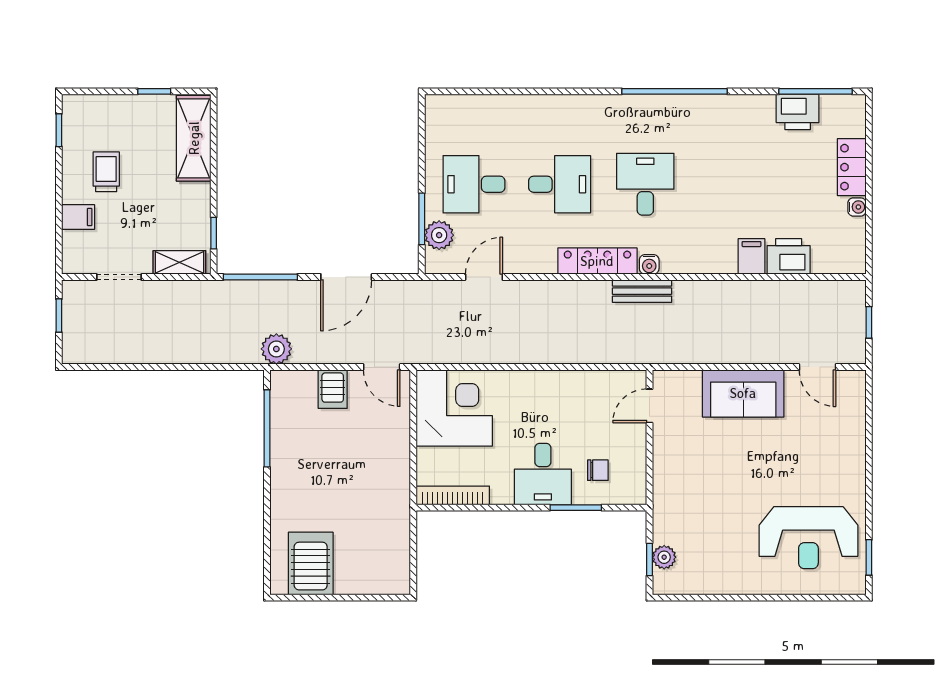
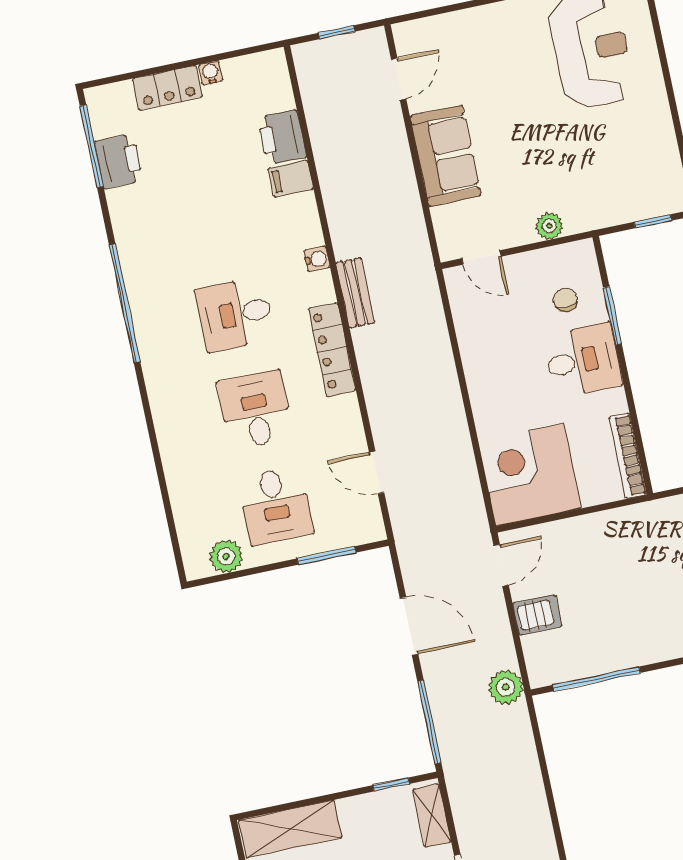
plant: (439, 235) -> (226, 556), moved
water cooler: (649, 264) -> (317, 259), moved
plant: (664, 557) -> (549, 226), moved

